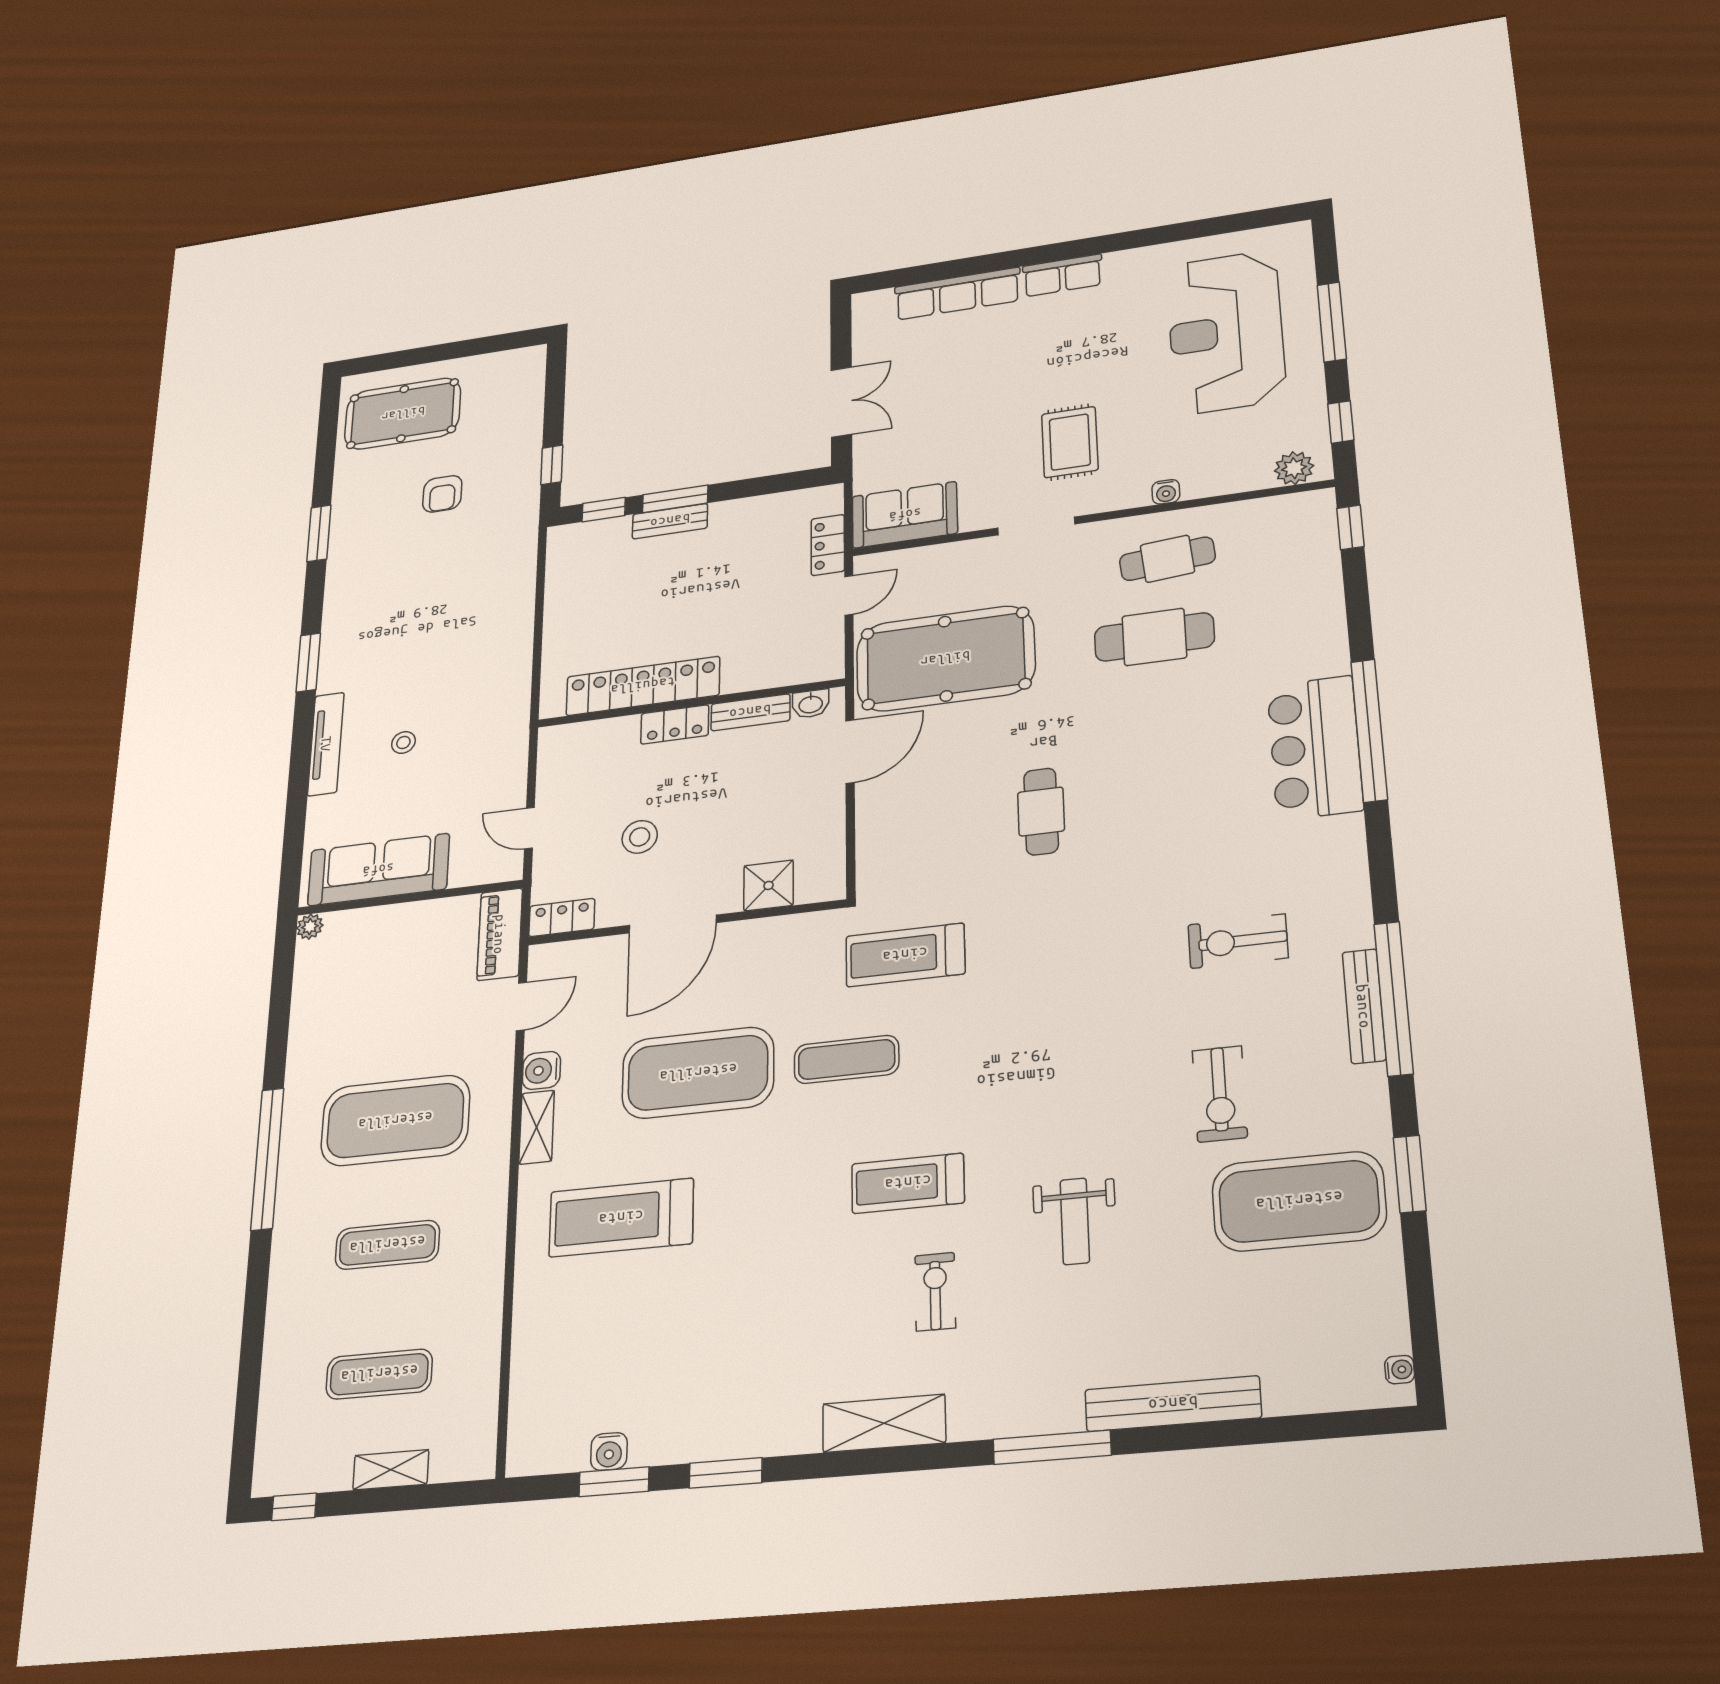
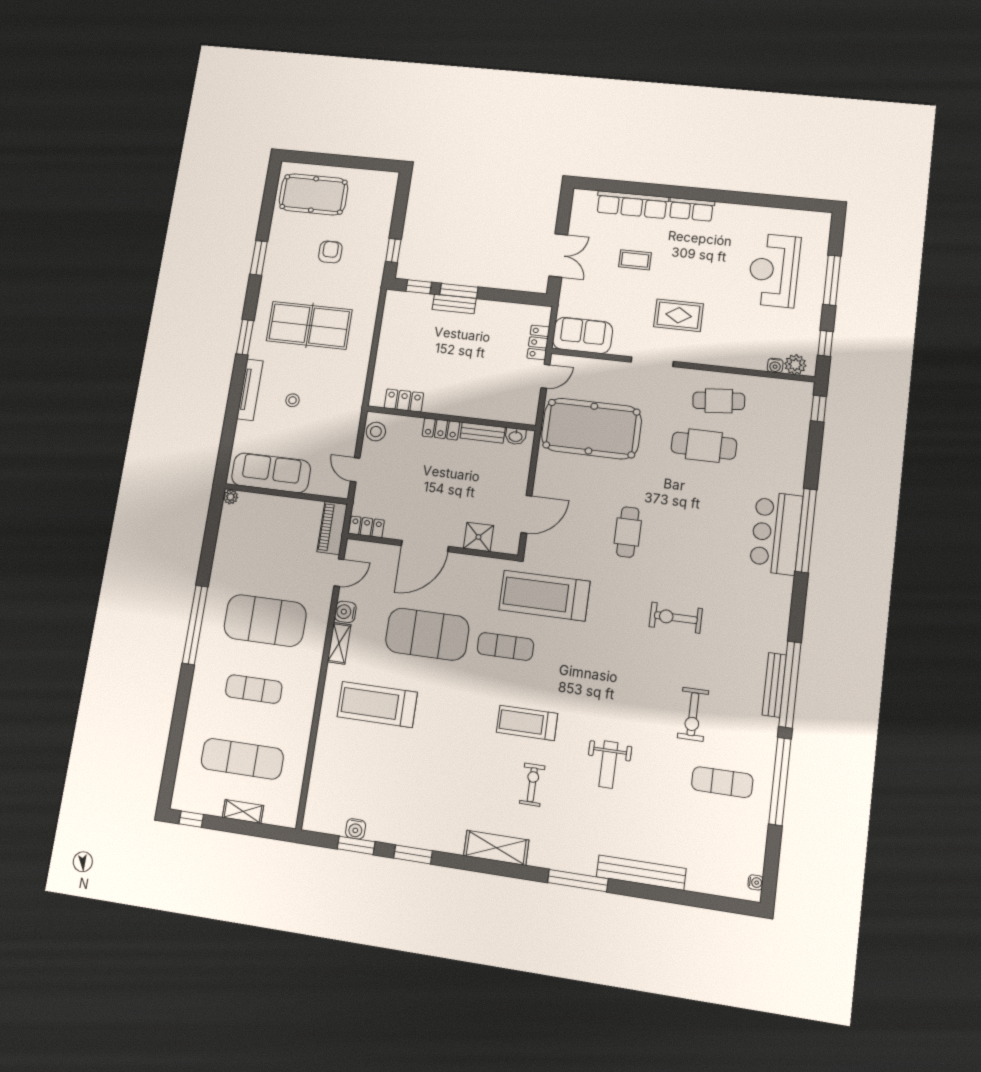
reception desk: (1226, 332) -> (774, 270), width x0.74, depth x0.77
coffee table: (977, 376) -> (635, 260), added
rug: (1070, 442) -> (679, 315), turned 90
water cooler: (1166, 492) -> (775, 366), moved
armchair: (442, 494) -> (330, 252), turned 180
table tennis table: (419, 616) -> (309, 325), added
locker: (643, 686) -> (404, 401), width x0.46, depth x0.83
door: (850, 751) -> (526, 514), moved
stool: (640, 837) -> (376, 432), moved
exercise bike: (1238, 941) -> (676, 618), moved
treadmill: (905, 955) -> (544, 596), width x1.37, depth x1.38
window: (1410, 1174) -> (780, 781), width x2.11
exercise mat: (1299, 1201) -> (722, 782), width x0.50, depth x0.69
exercise mat: (379, 1374) -> (242, 759), width x1.36, depth x1.45

